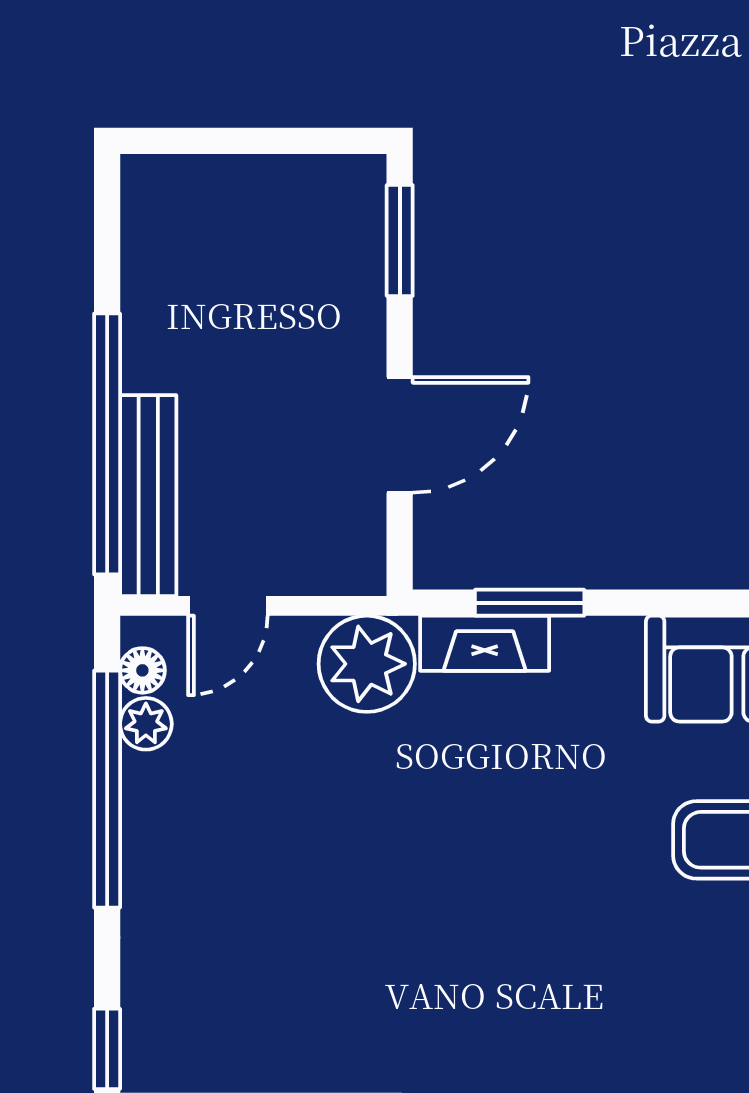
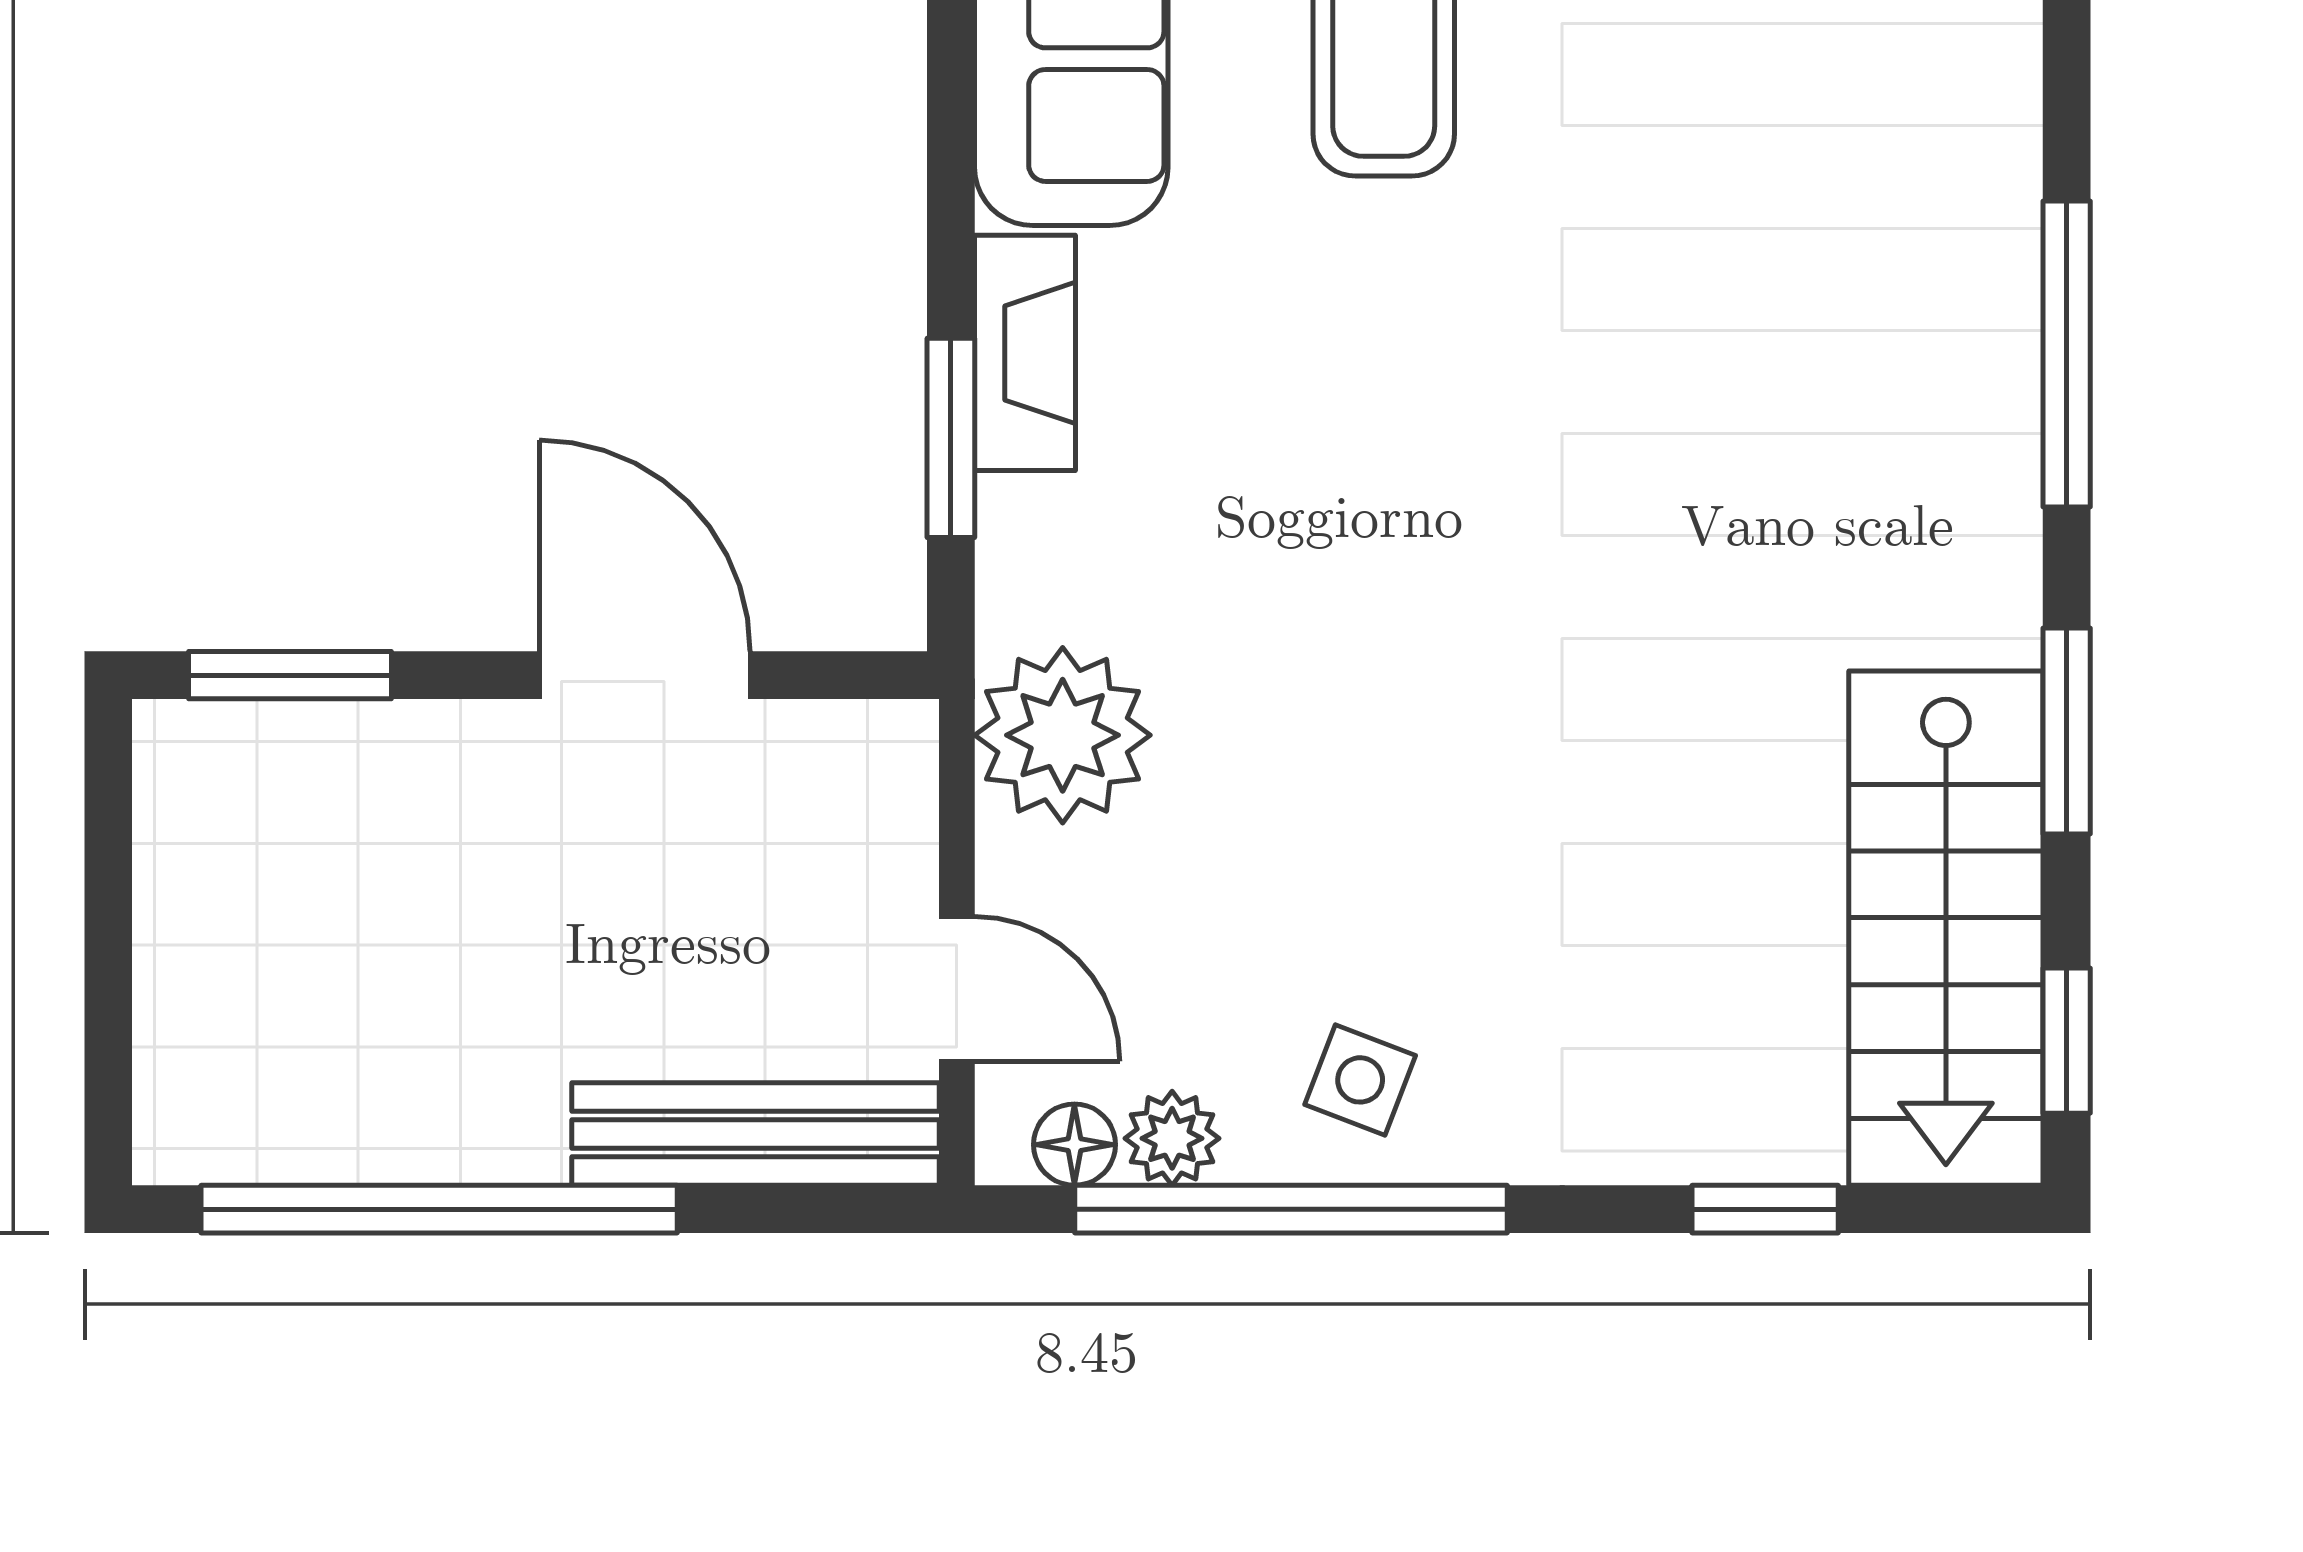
window: (107, 444) -> (439, 1209), moved
fireplace: (485, 643) -> (1025, 353), moved
side table: (178, 827) -> (1360, 1080), added

